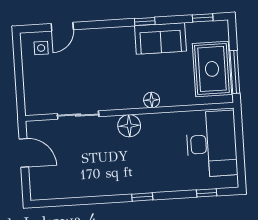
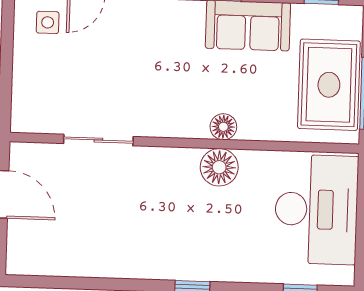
floor lamp: (129, 126) -> (219, 167), moved

